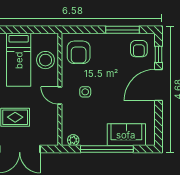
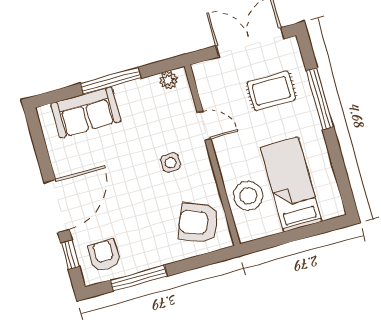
armchair: (79, 52) -> (199, 223), turned -68
door: (60, 95) -> (204, 126), moved
window: (107, 149) -> (111, 81), width x0.68

